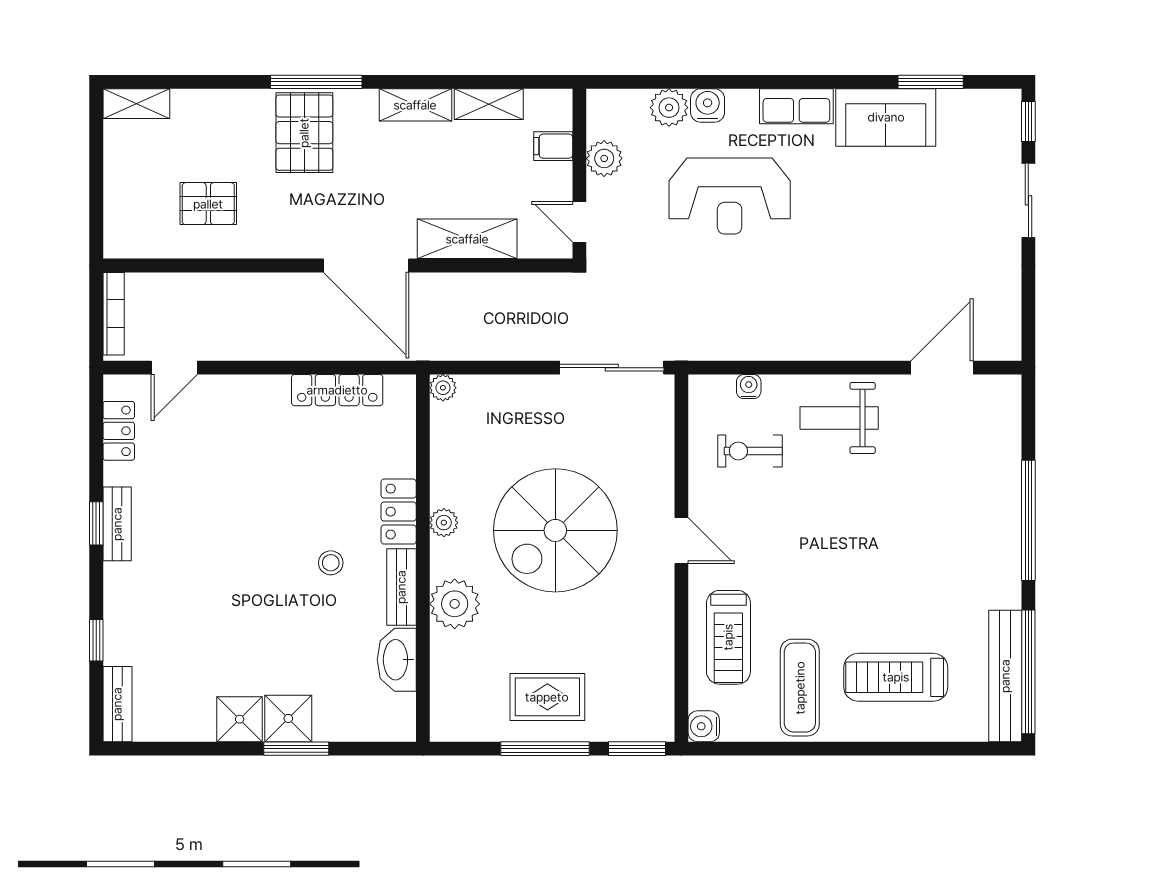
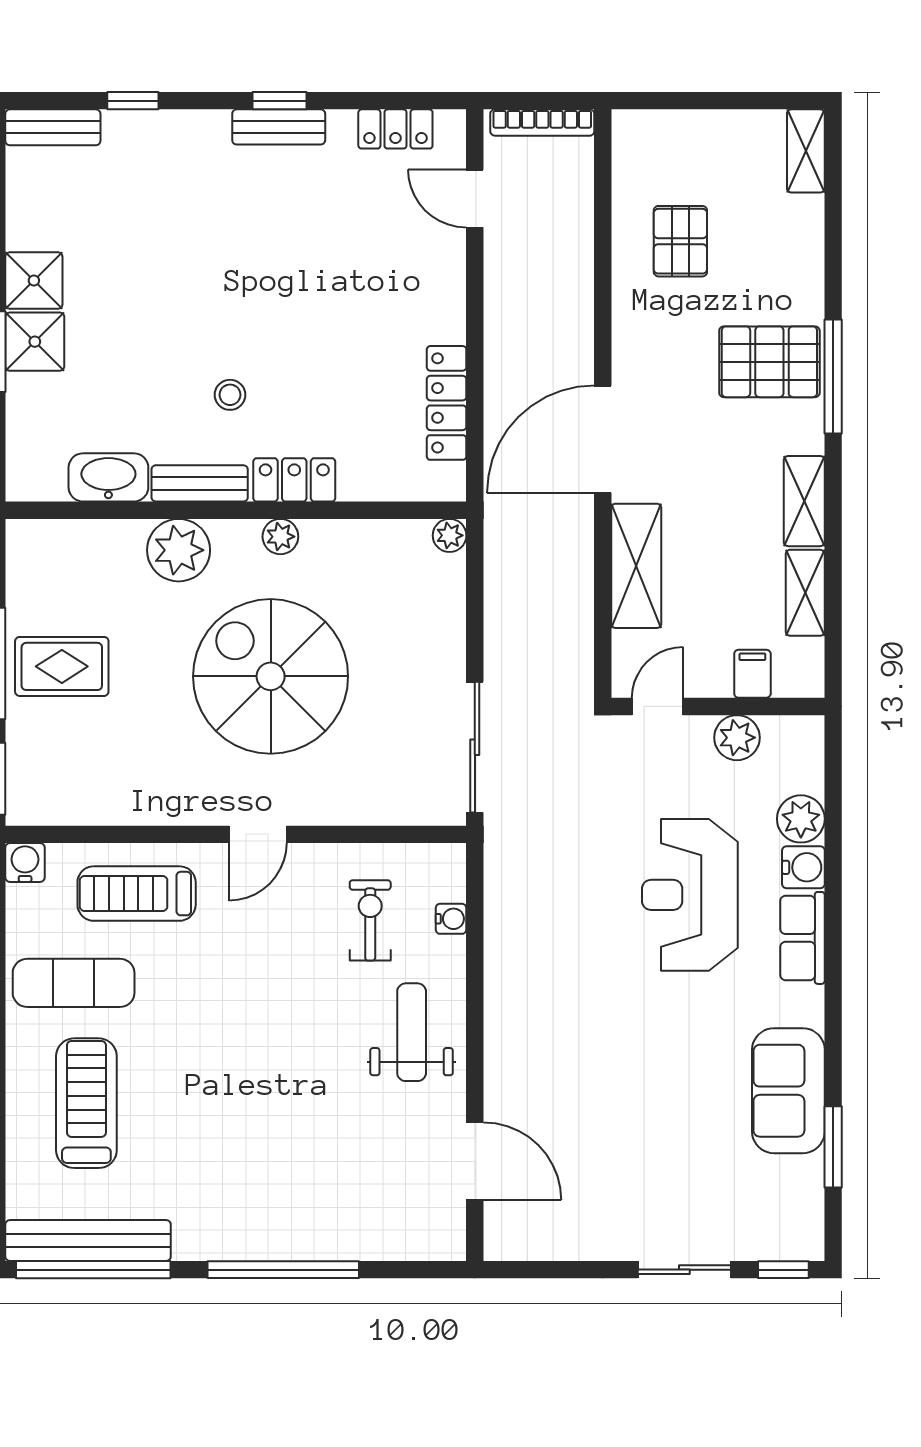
row of seats: (796, 106) -> (803, 938), moved
rug: (547, 697) -> (62, 666), turned 90

